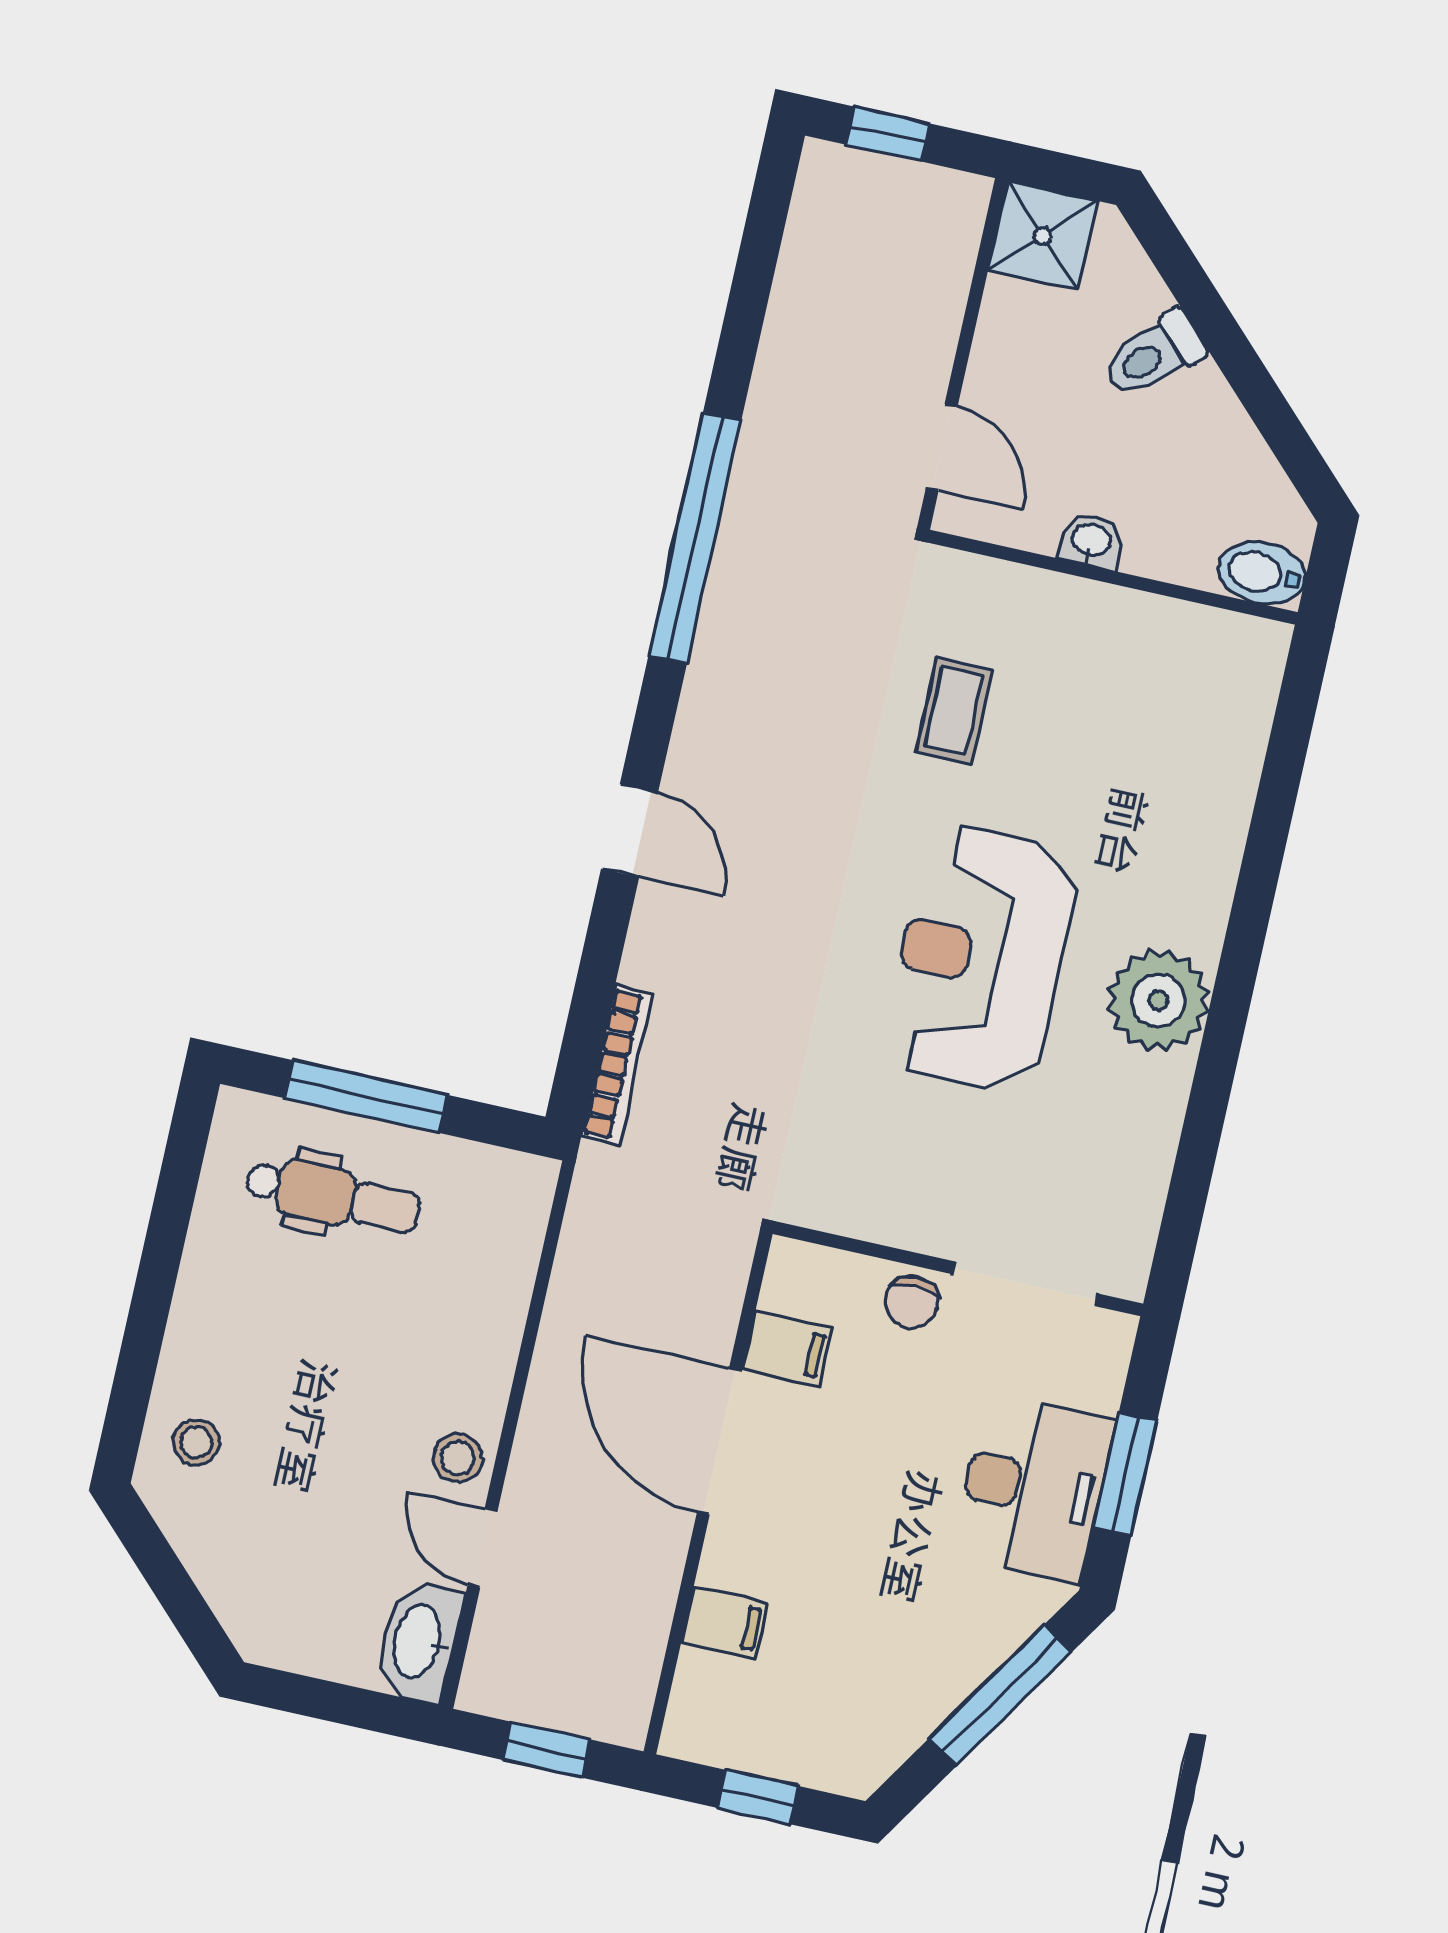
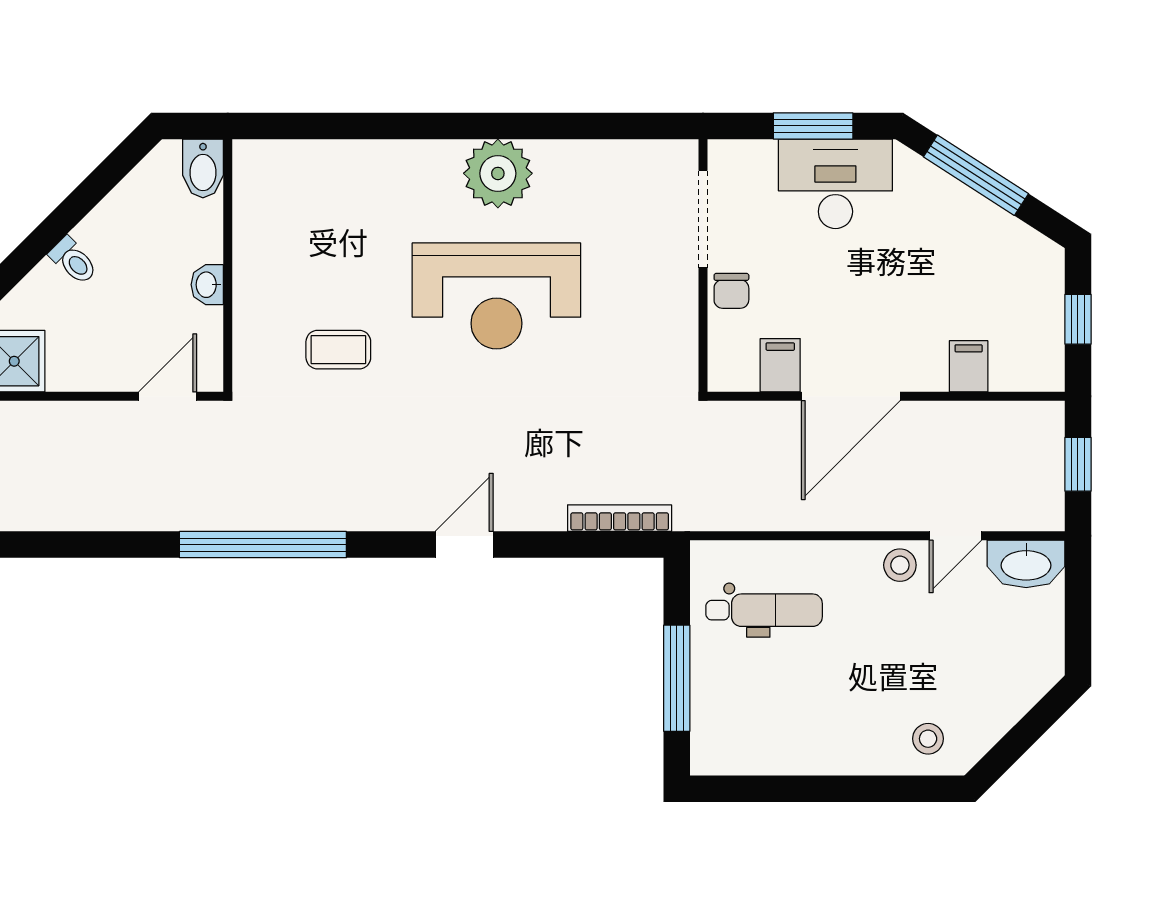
toilet: (1154, 355) -> (73, 261), width x0.73, depth x0.72
dental chair: (333, 1196) -> (764, 610), moved, turned 90
chair: (912, 1302) -> (731, 291), turned 90

